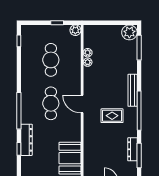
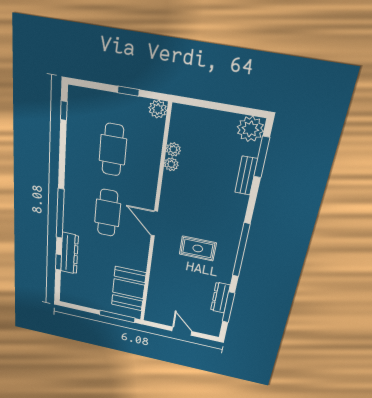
bench: (133, 90) -> (246, 176), moved, width x0.73

